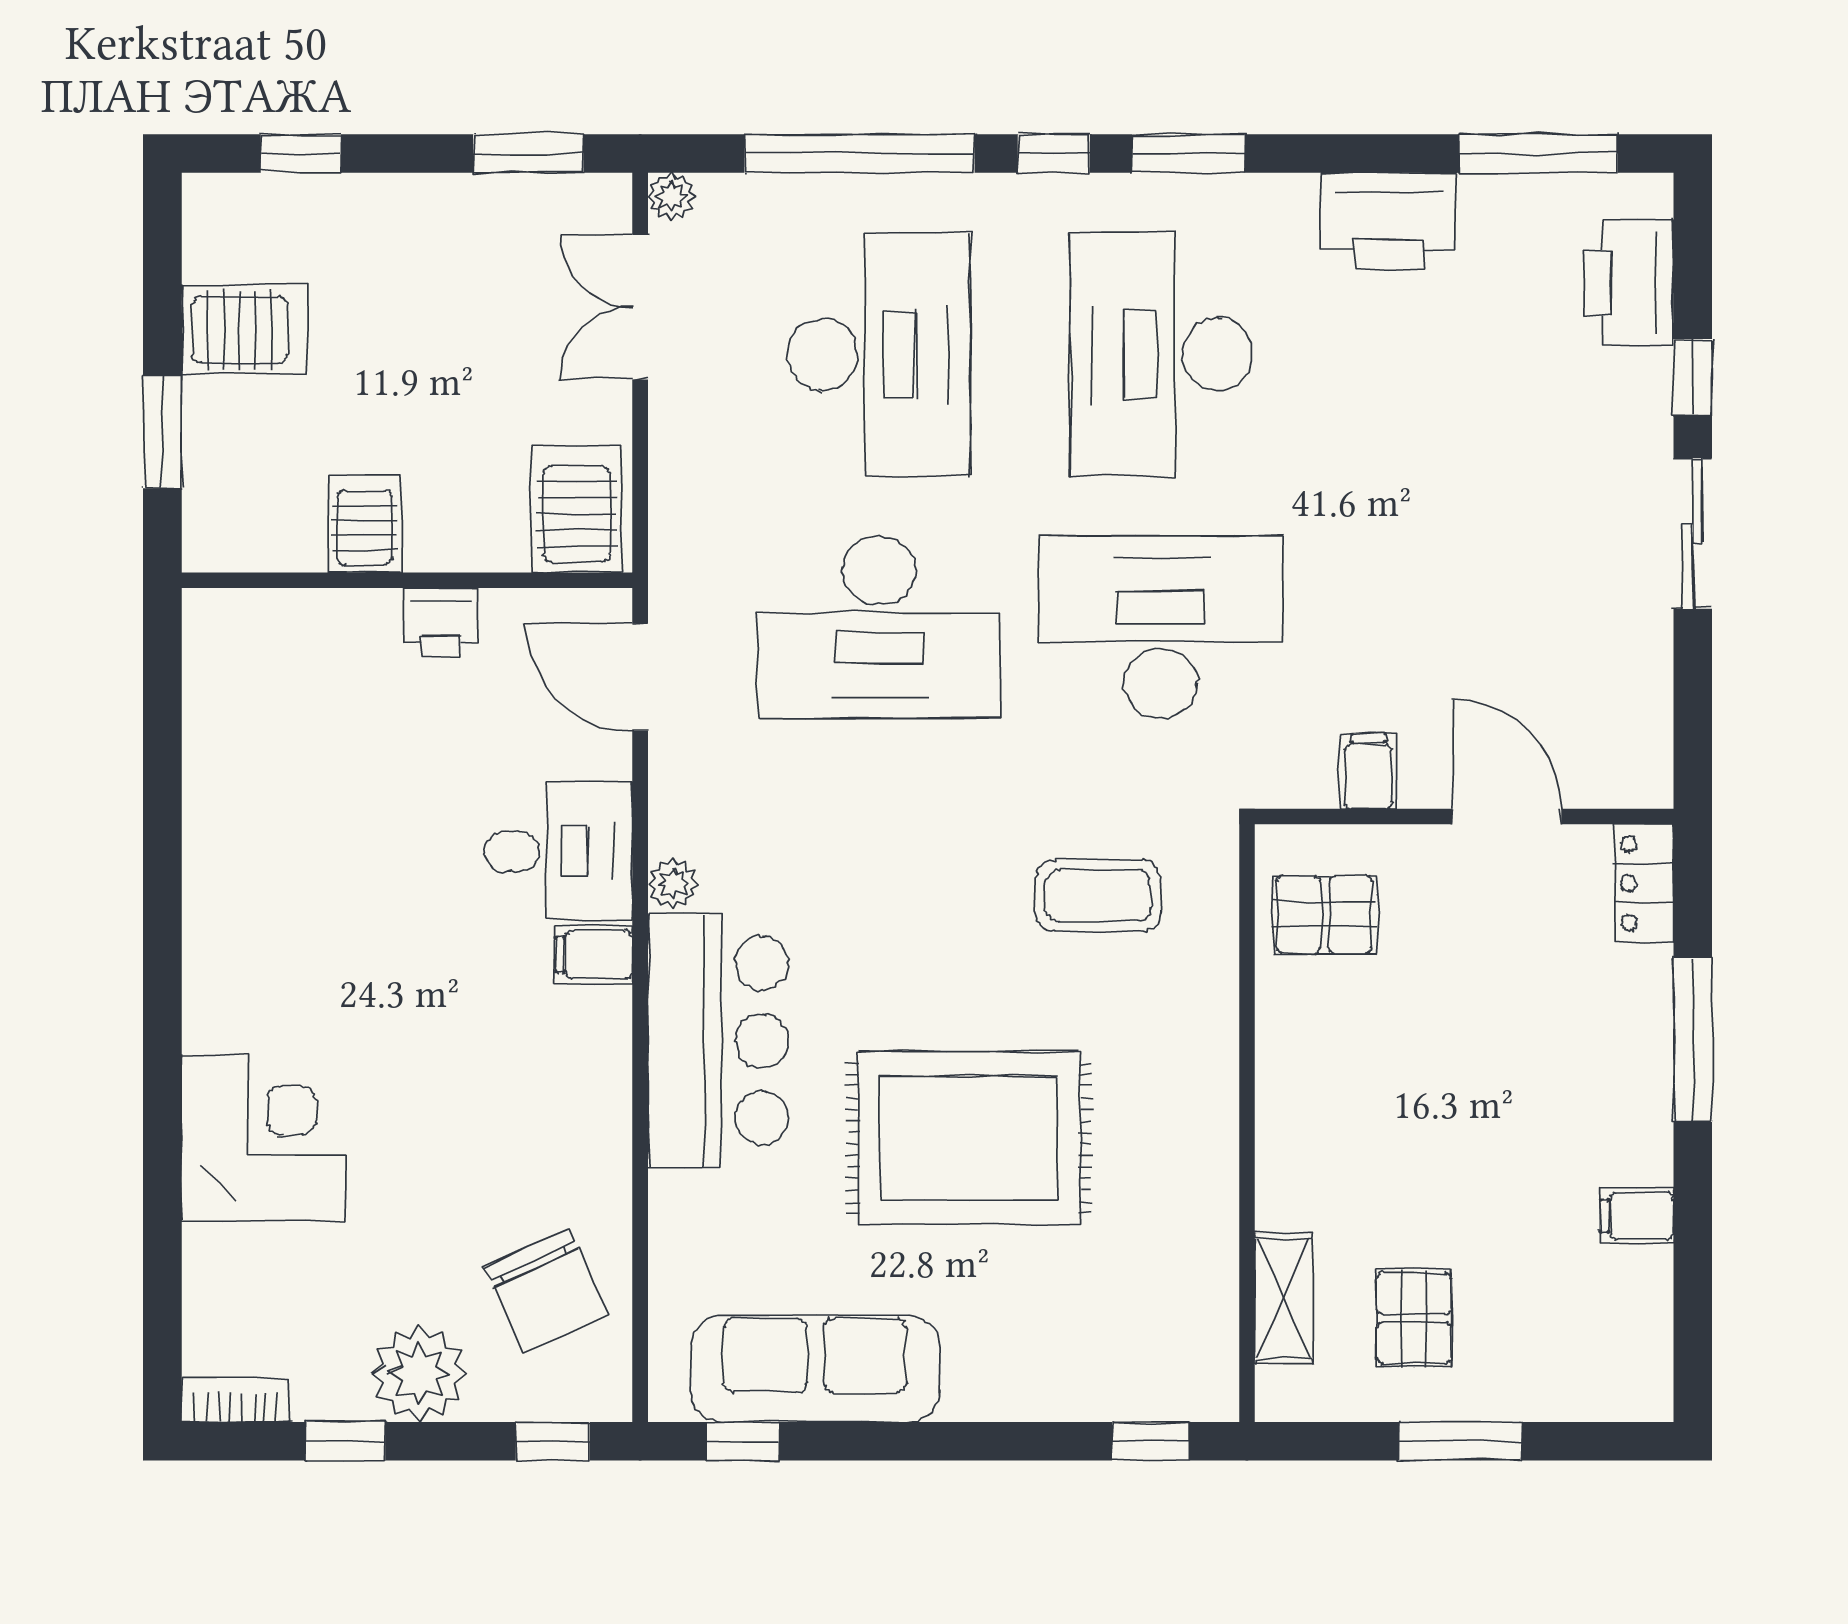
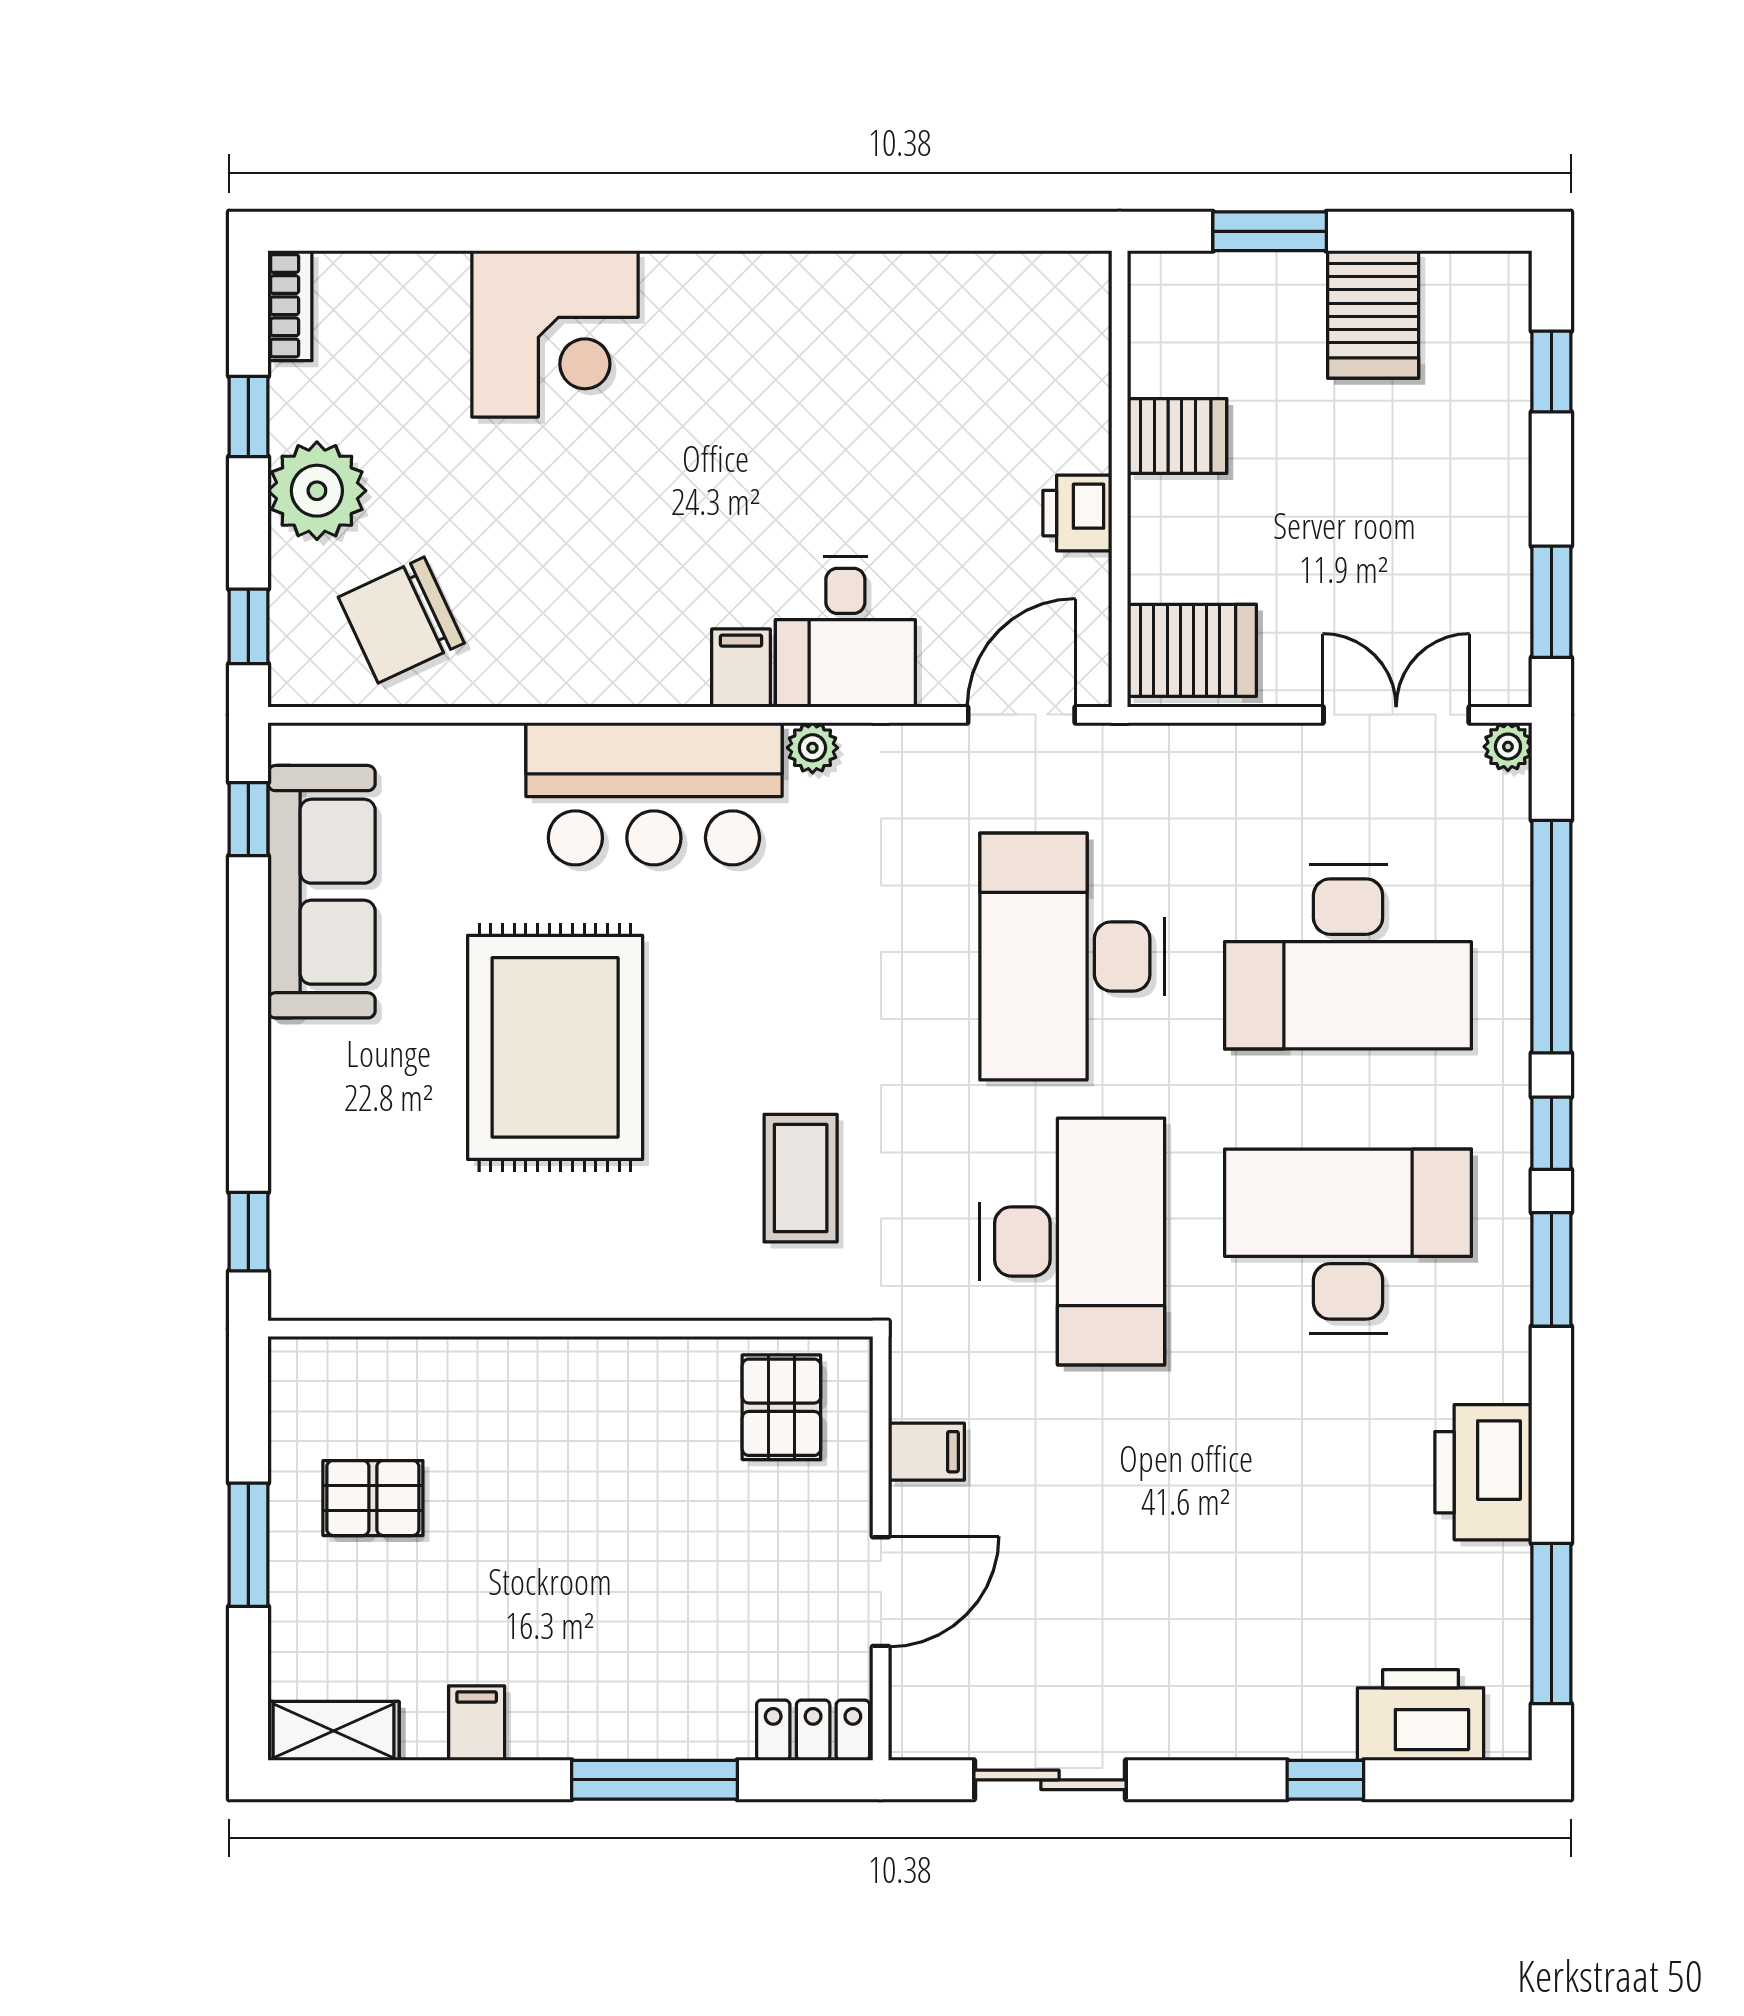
sliding door: (1693, 534) -> (1050, 1780), moved
shelving: (1284, 1298) -> (333, 1731), moved

